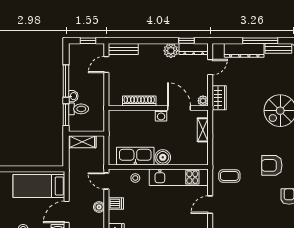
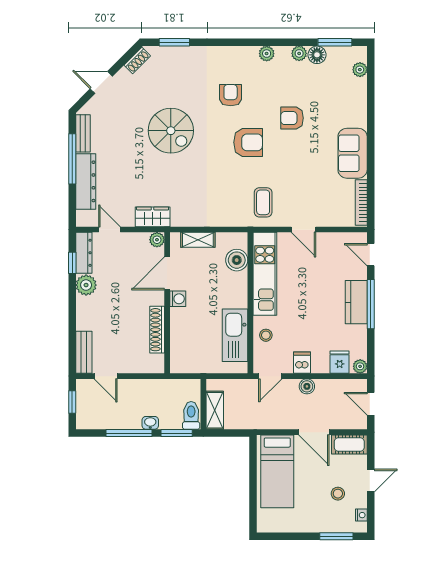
toilet: (78, 109) -> (191, 415), moved
boiler: (163, 157) -> (237, 260), moved
armchair: (272, 165) -> (248, 142), turned -90

